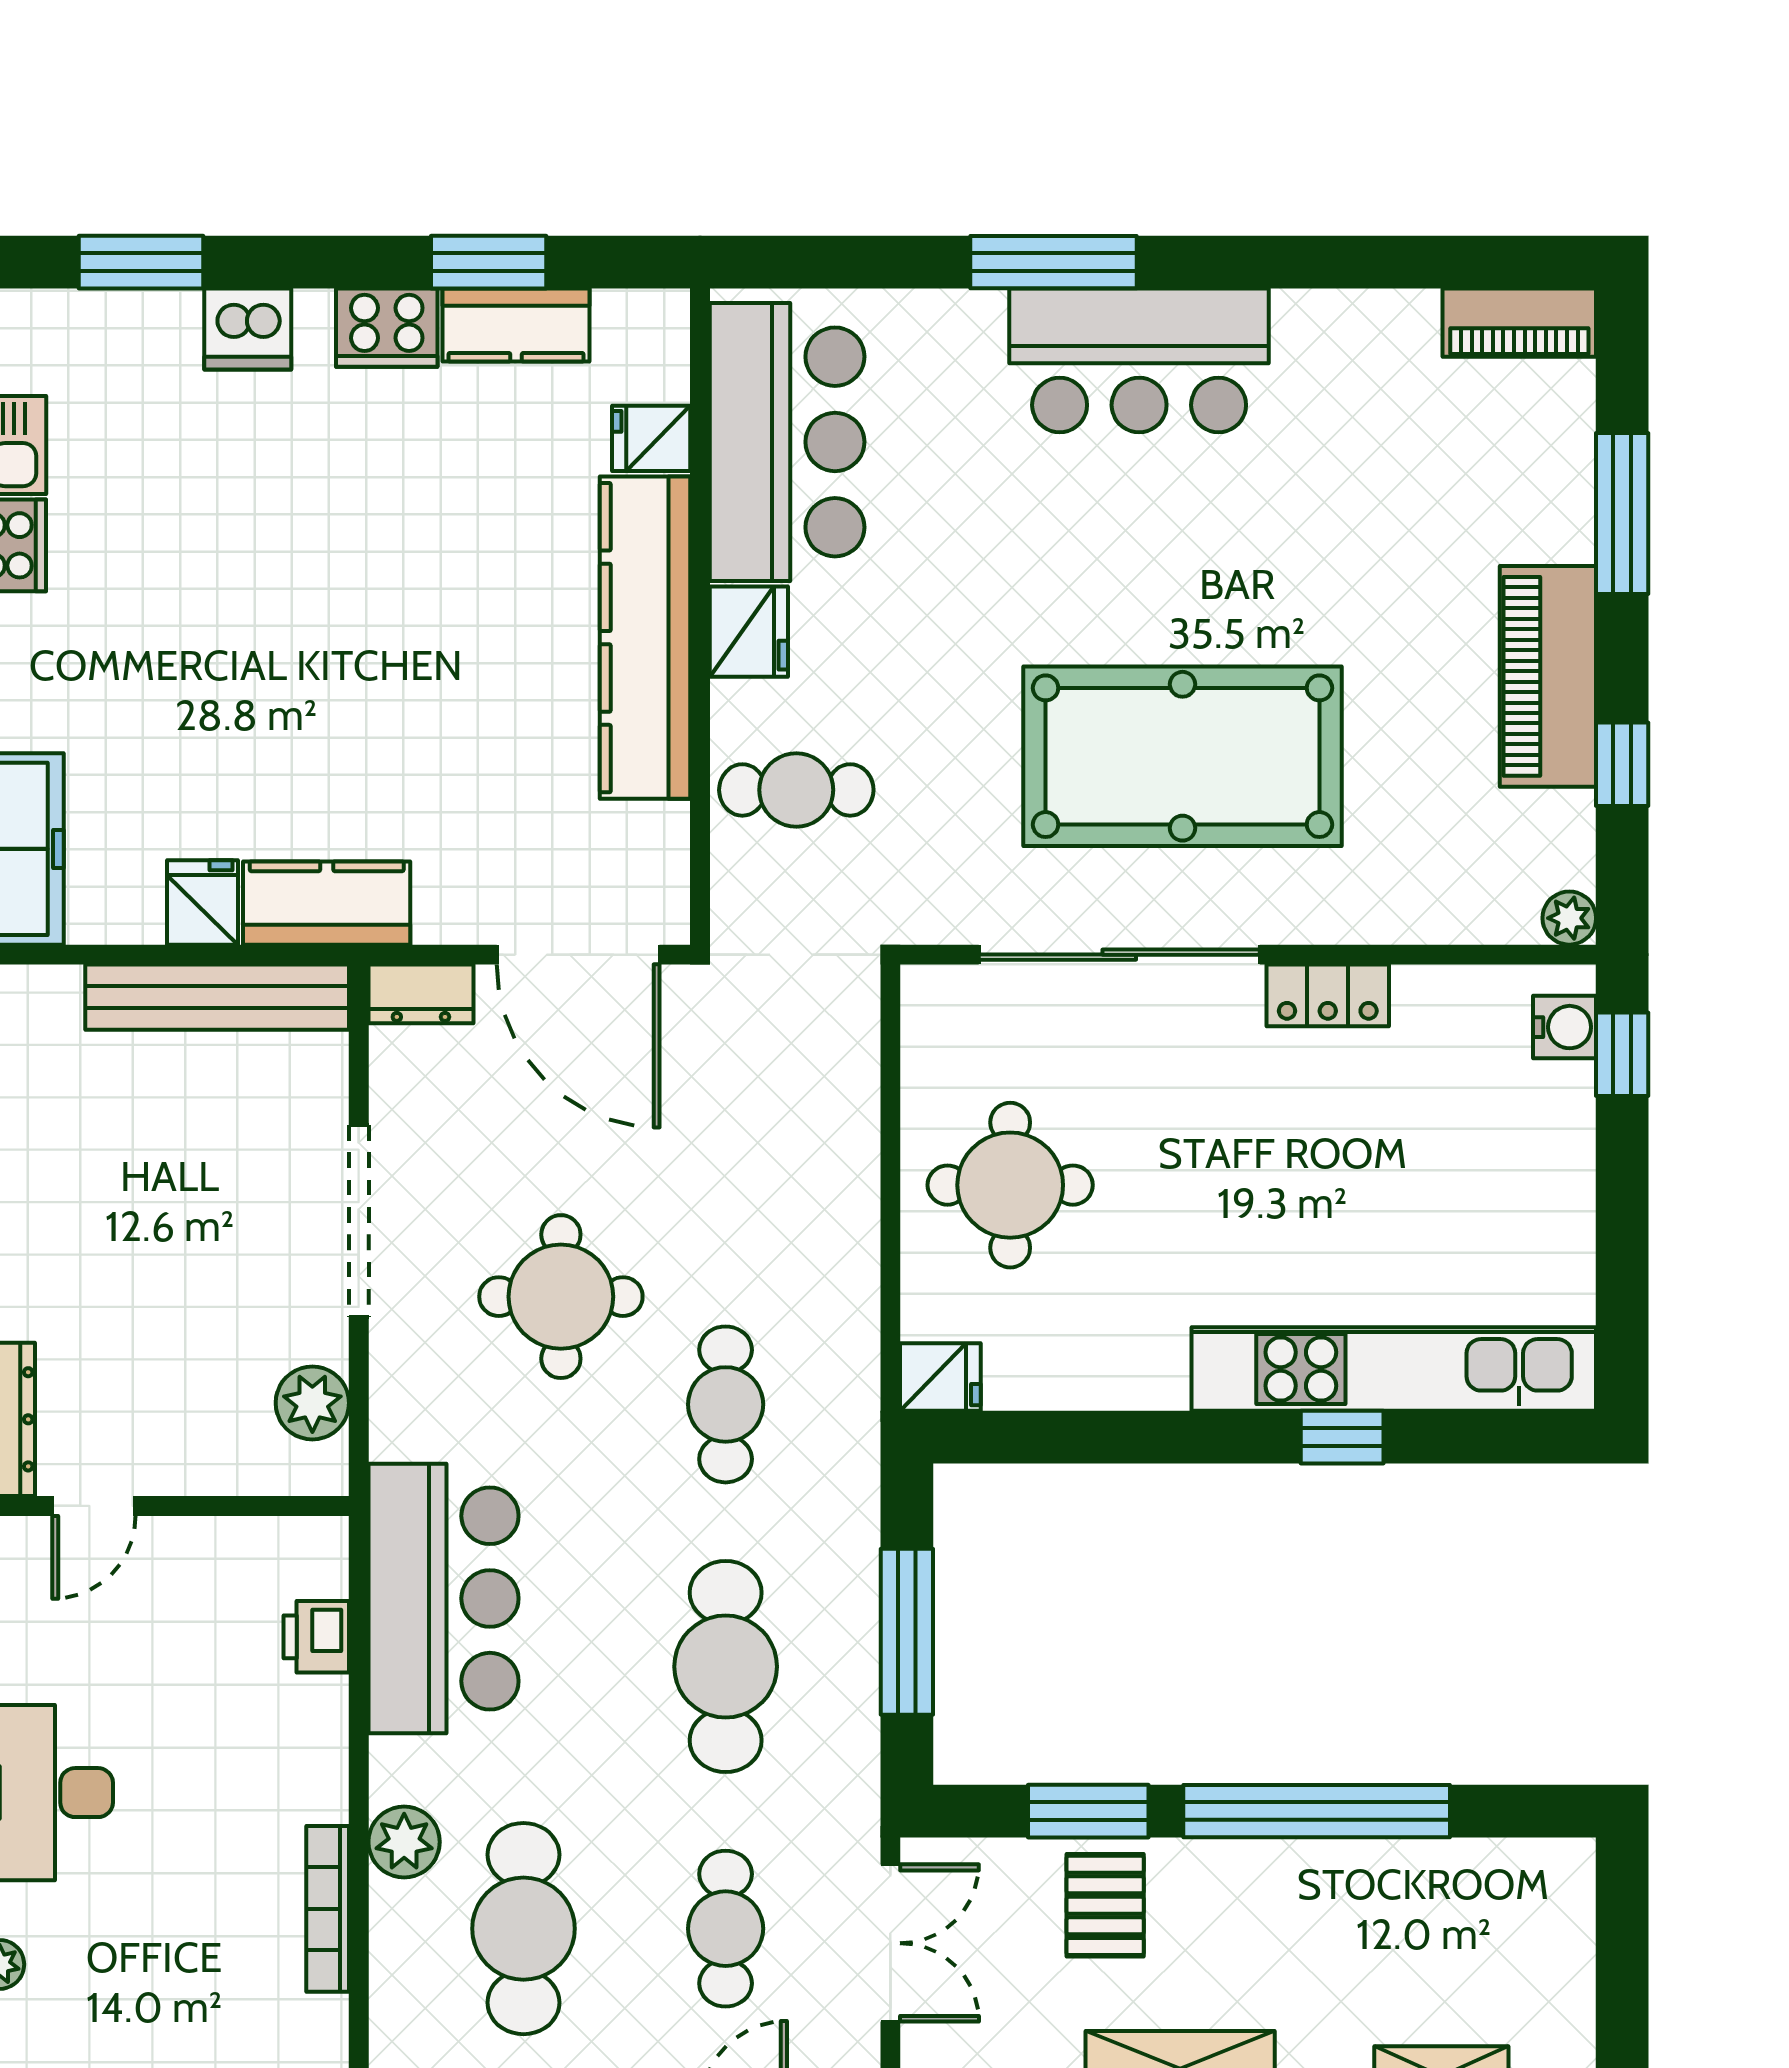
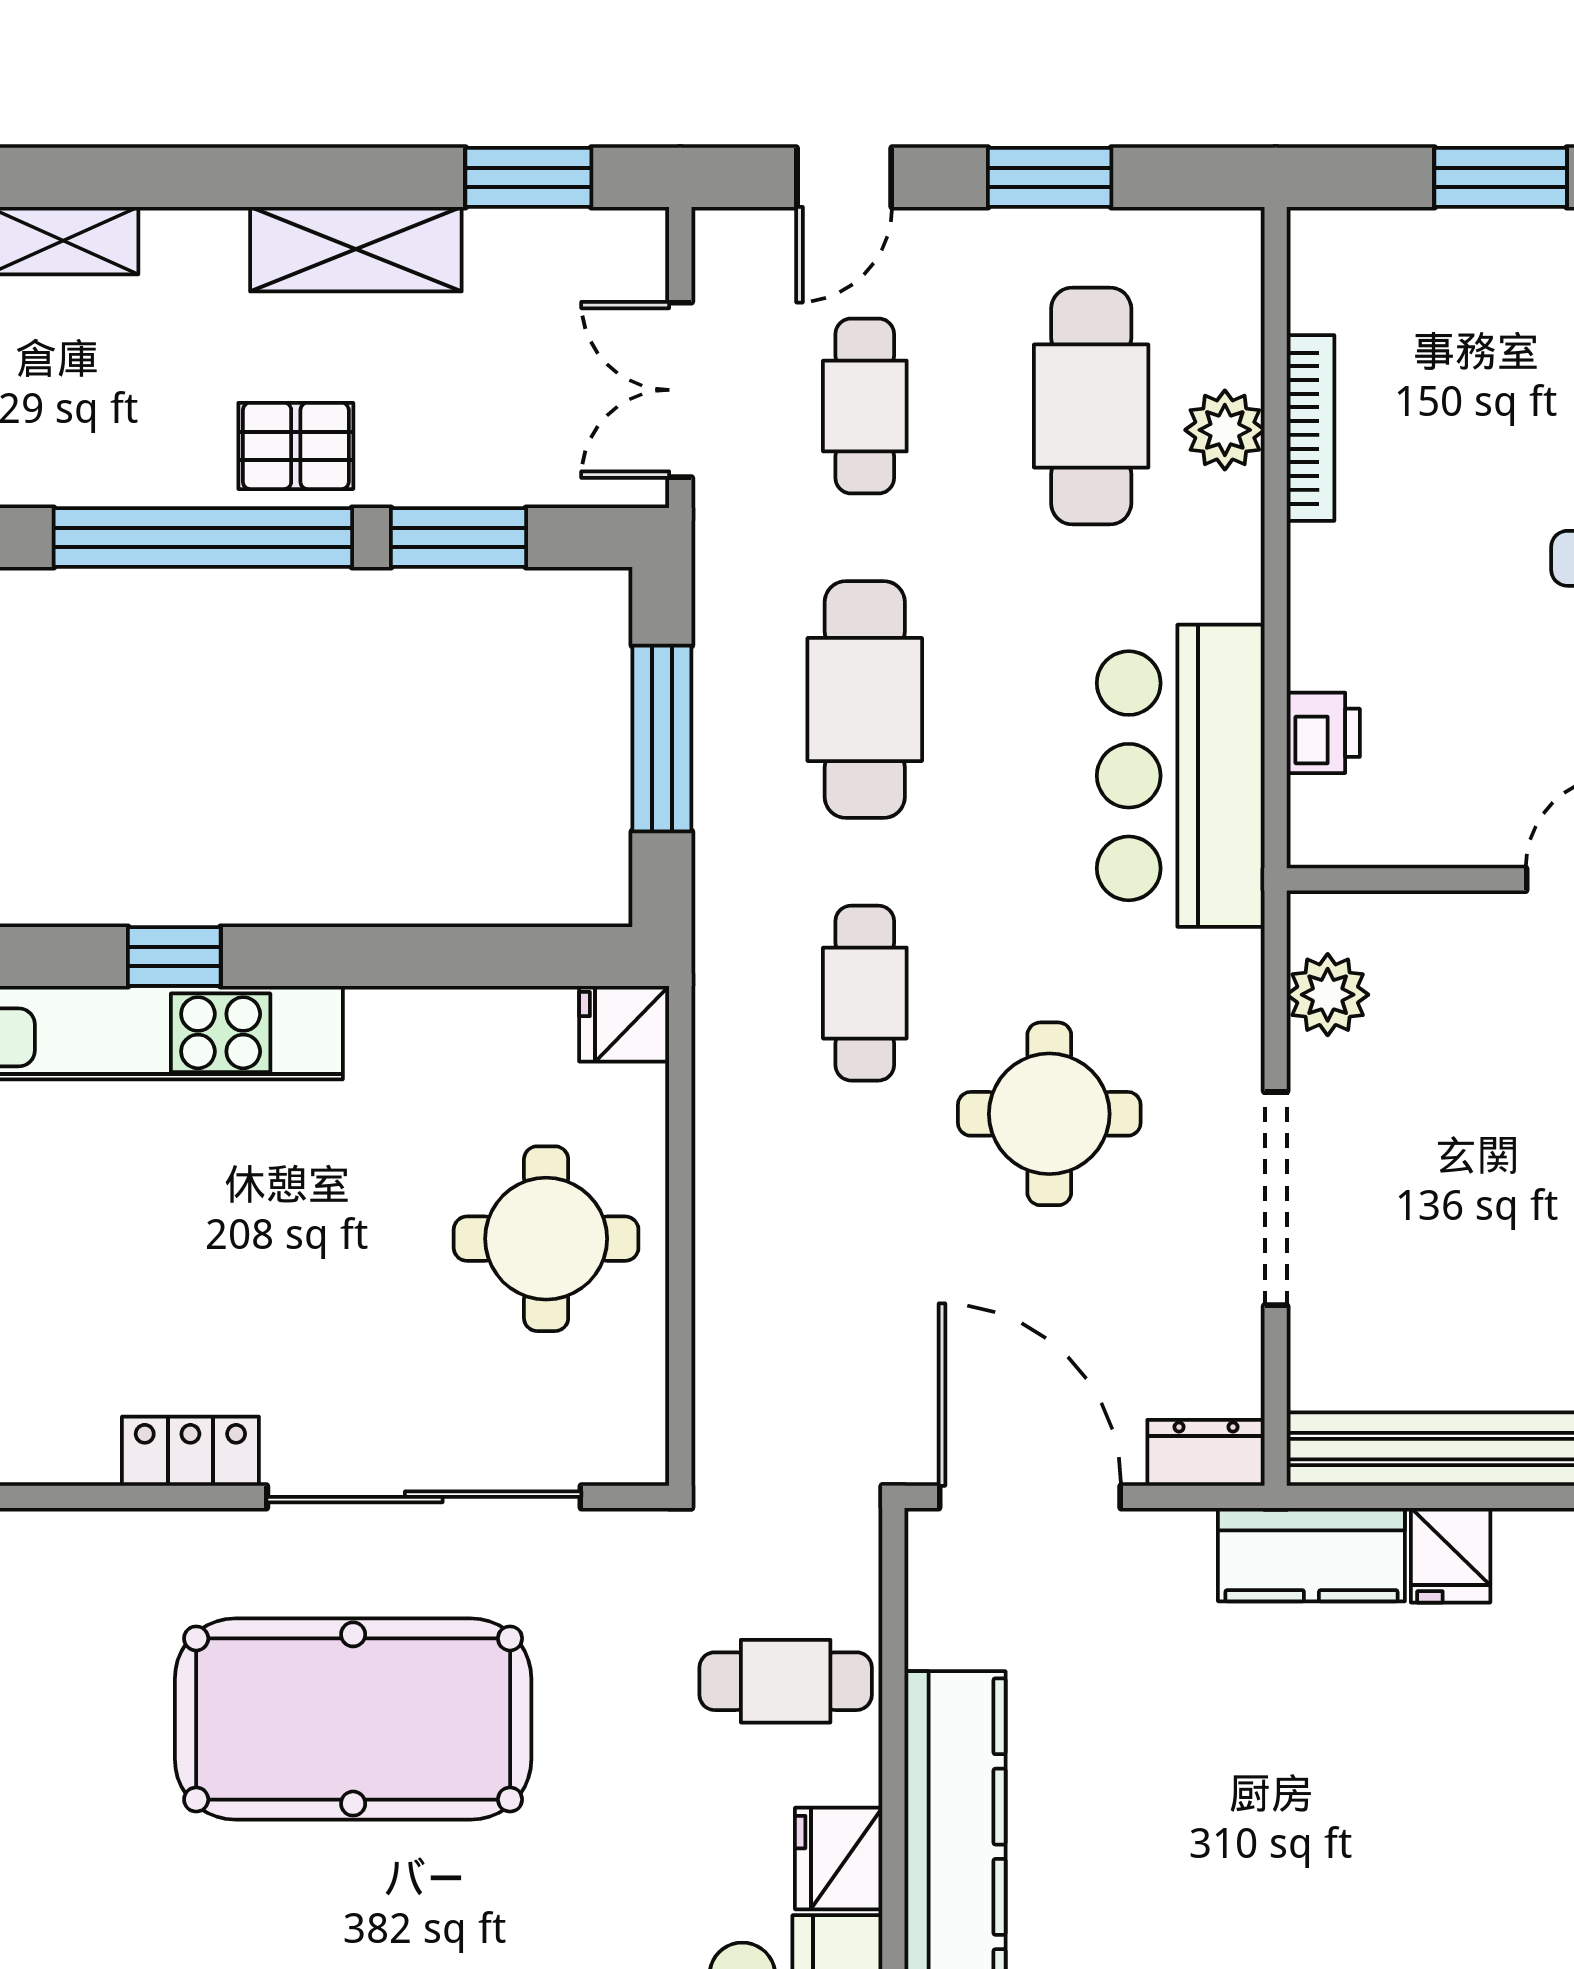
plant: (404, 1842) -> (1225, 430), moved
pallet: (1105, 1905) -> (296, 446), moved, turned 90

